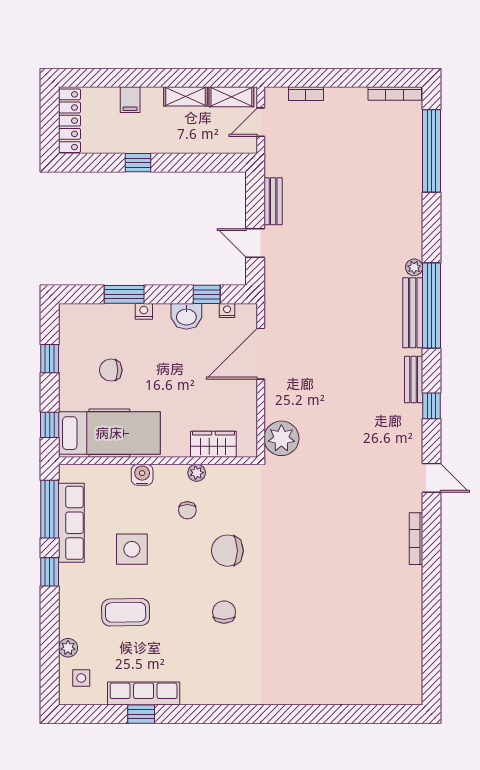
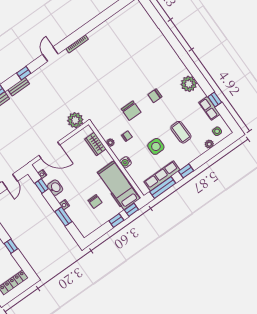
window: (50, 359) -> (116, 220), moved
plant: (202, 688) -> (189, 84), added
row of seats: (144, 694) -> (209, 108), width x0.68

